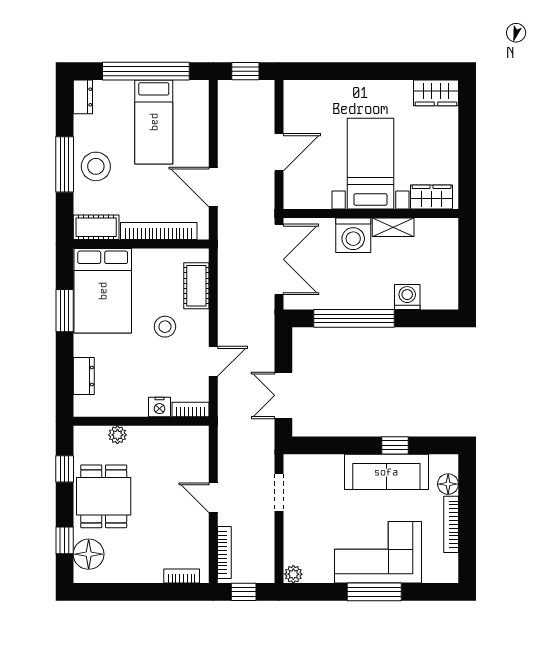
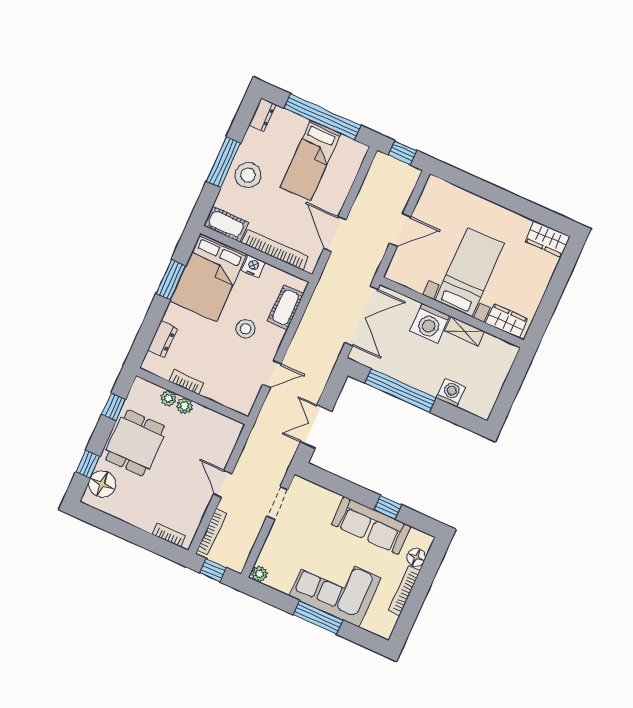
nightstand: (160, 407) -> (253, 266), moved, turned 180
bookcase: (190, 410) -> (186, 382), moved
plant: (138, 435) -> (185, 406), added

